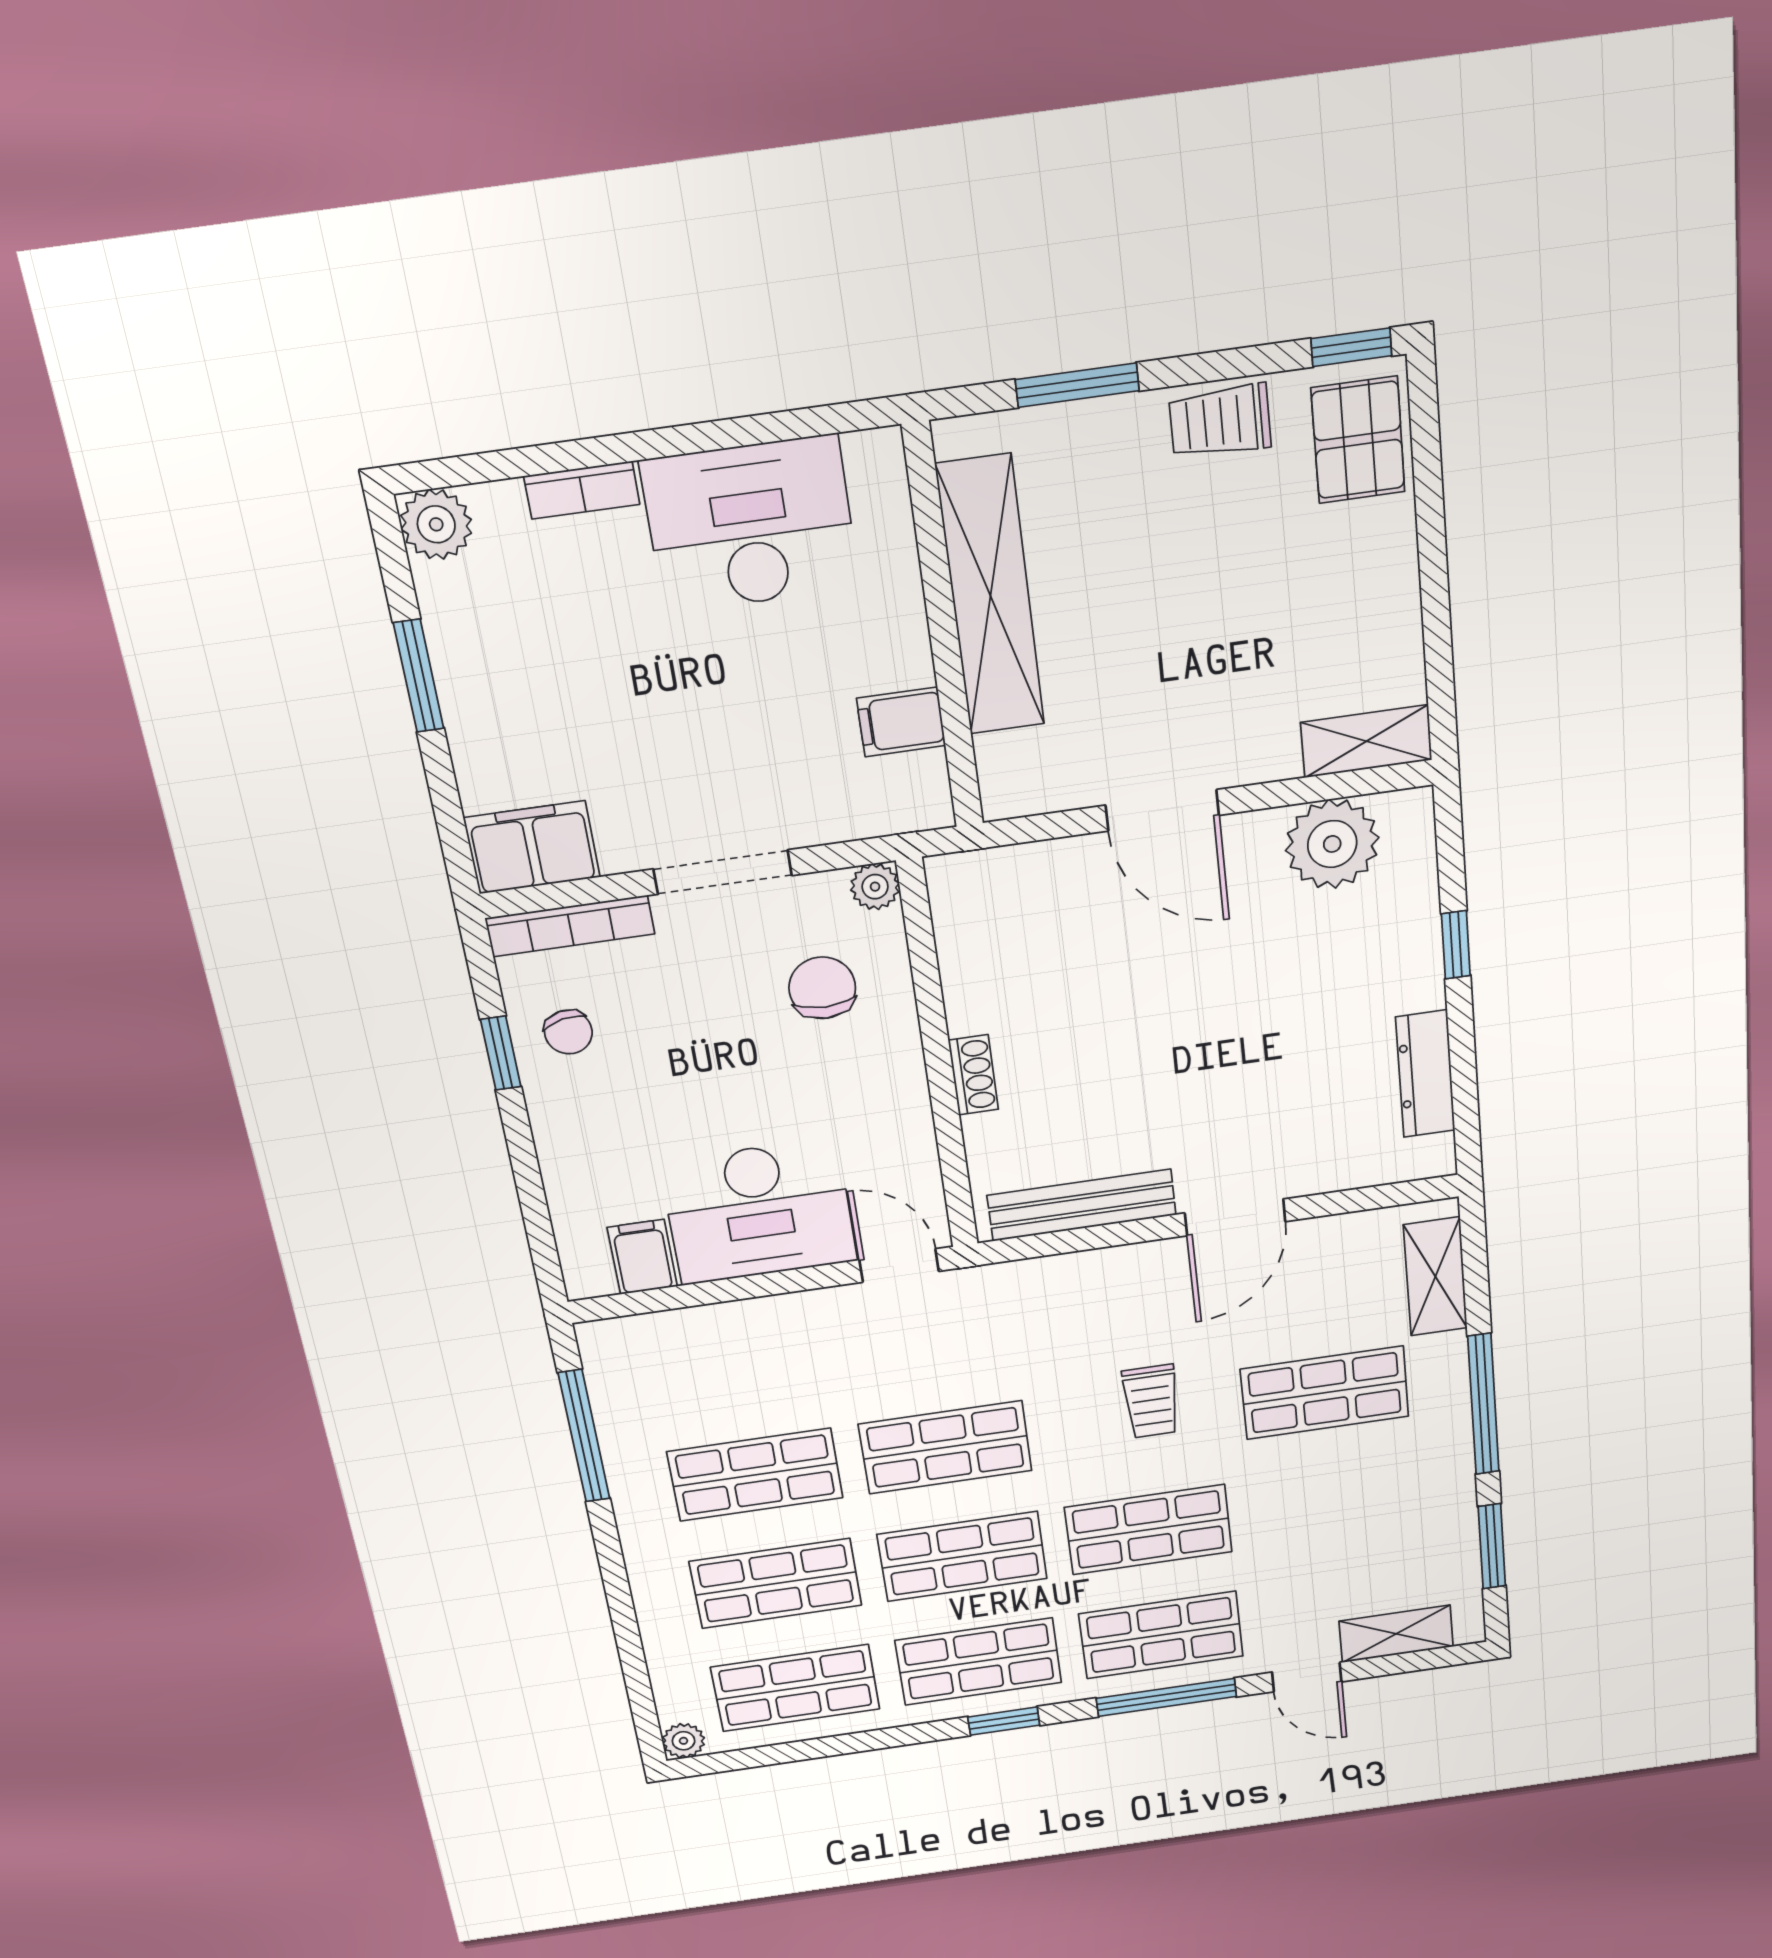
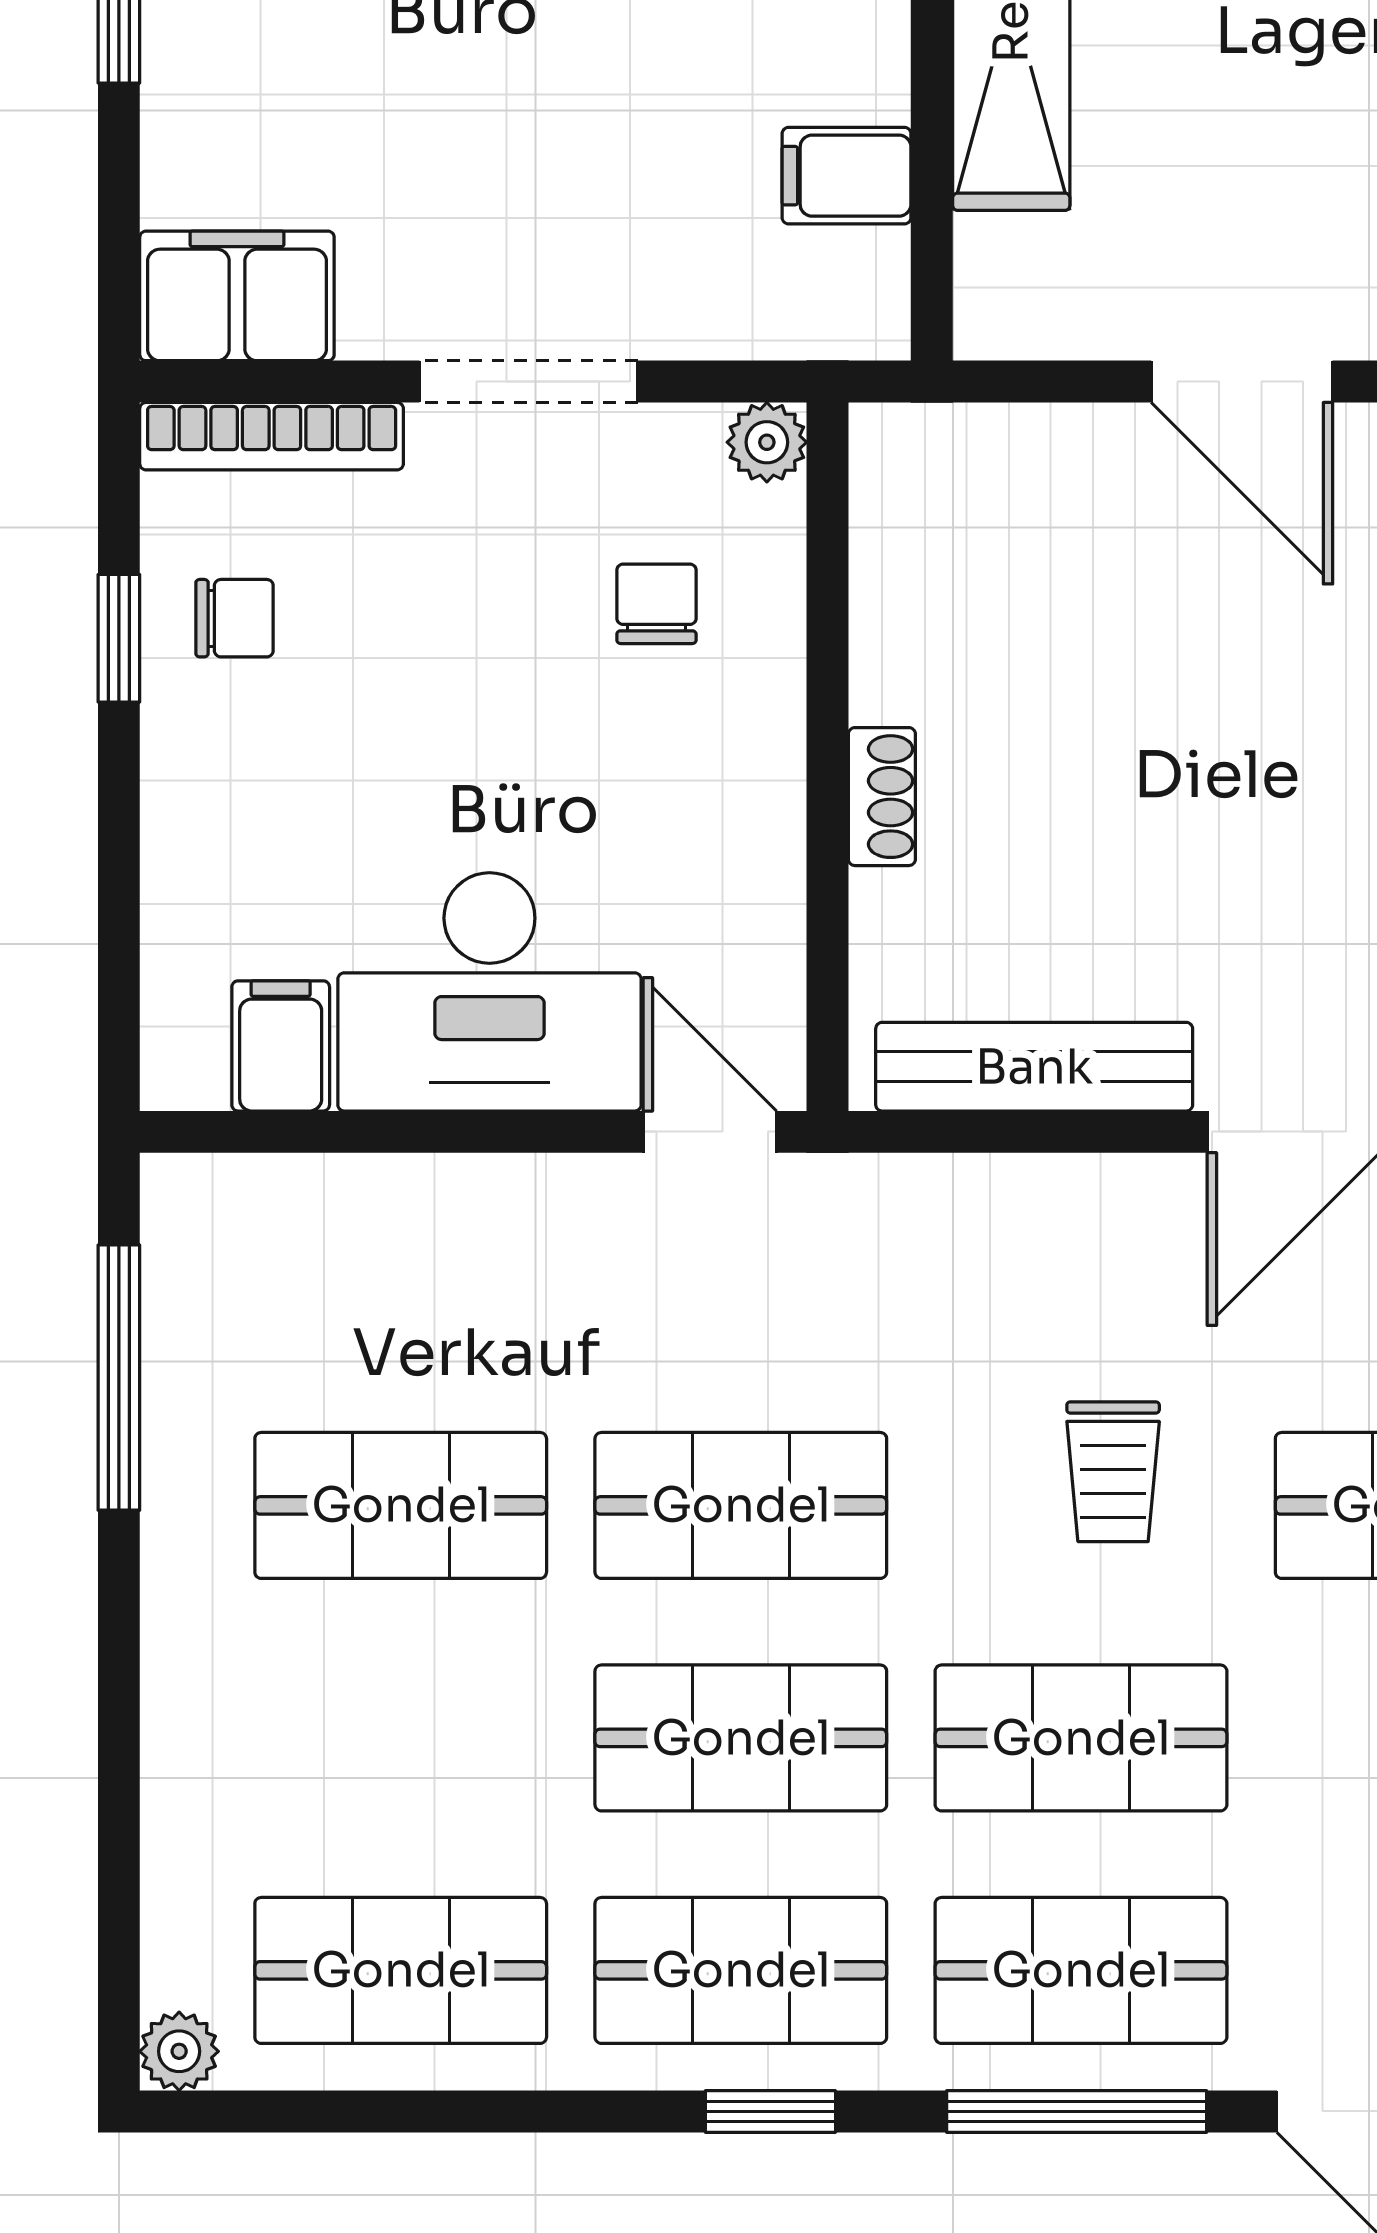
chair: (822, 988) -> (656, 604), width x0.73, depth x0.73
chair: (568, 1032) -> (235, 618), turned -78
shop shelf: (776, 1583) -> (401, 1738), removed

